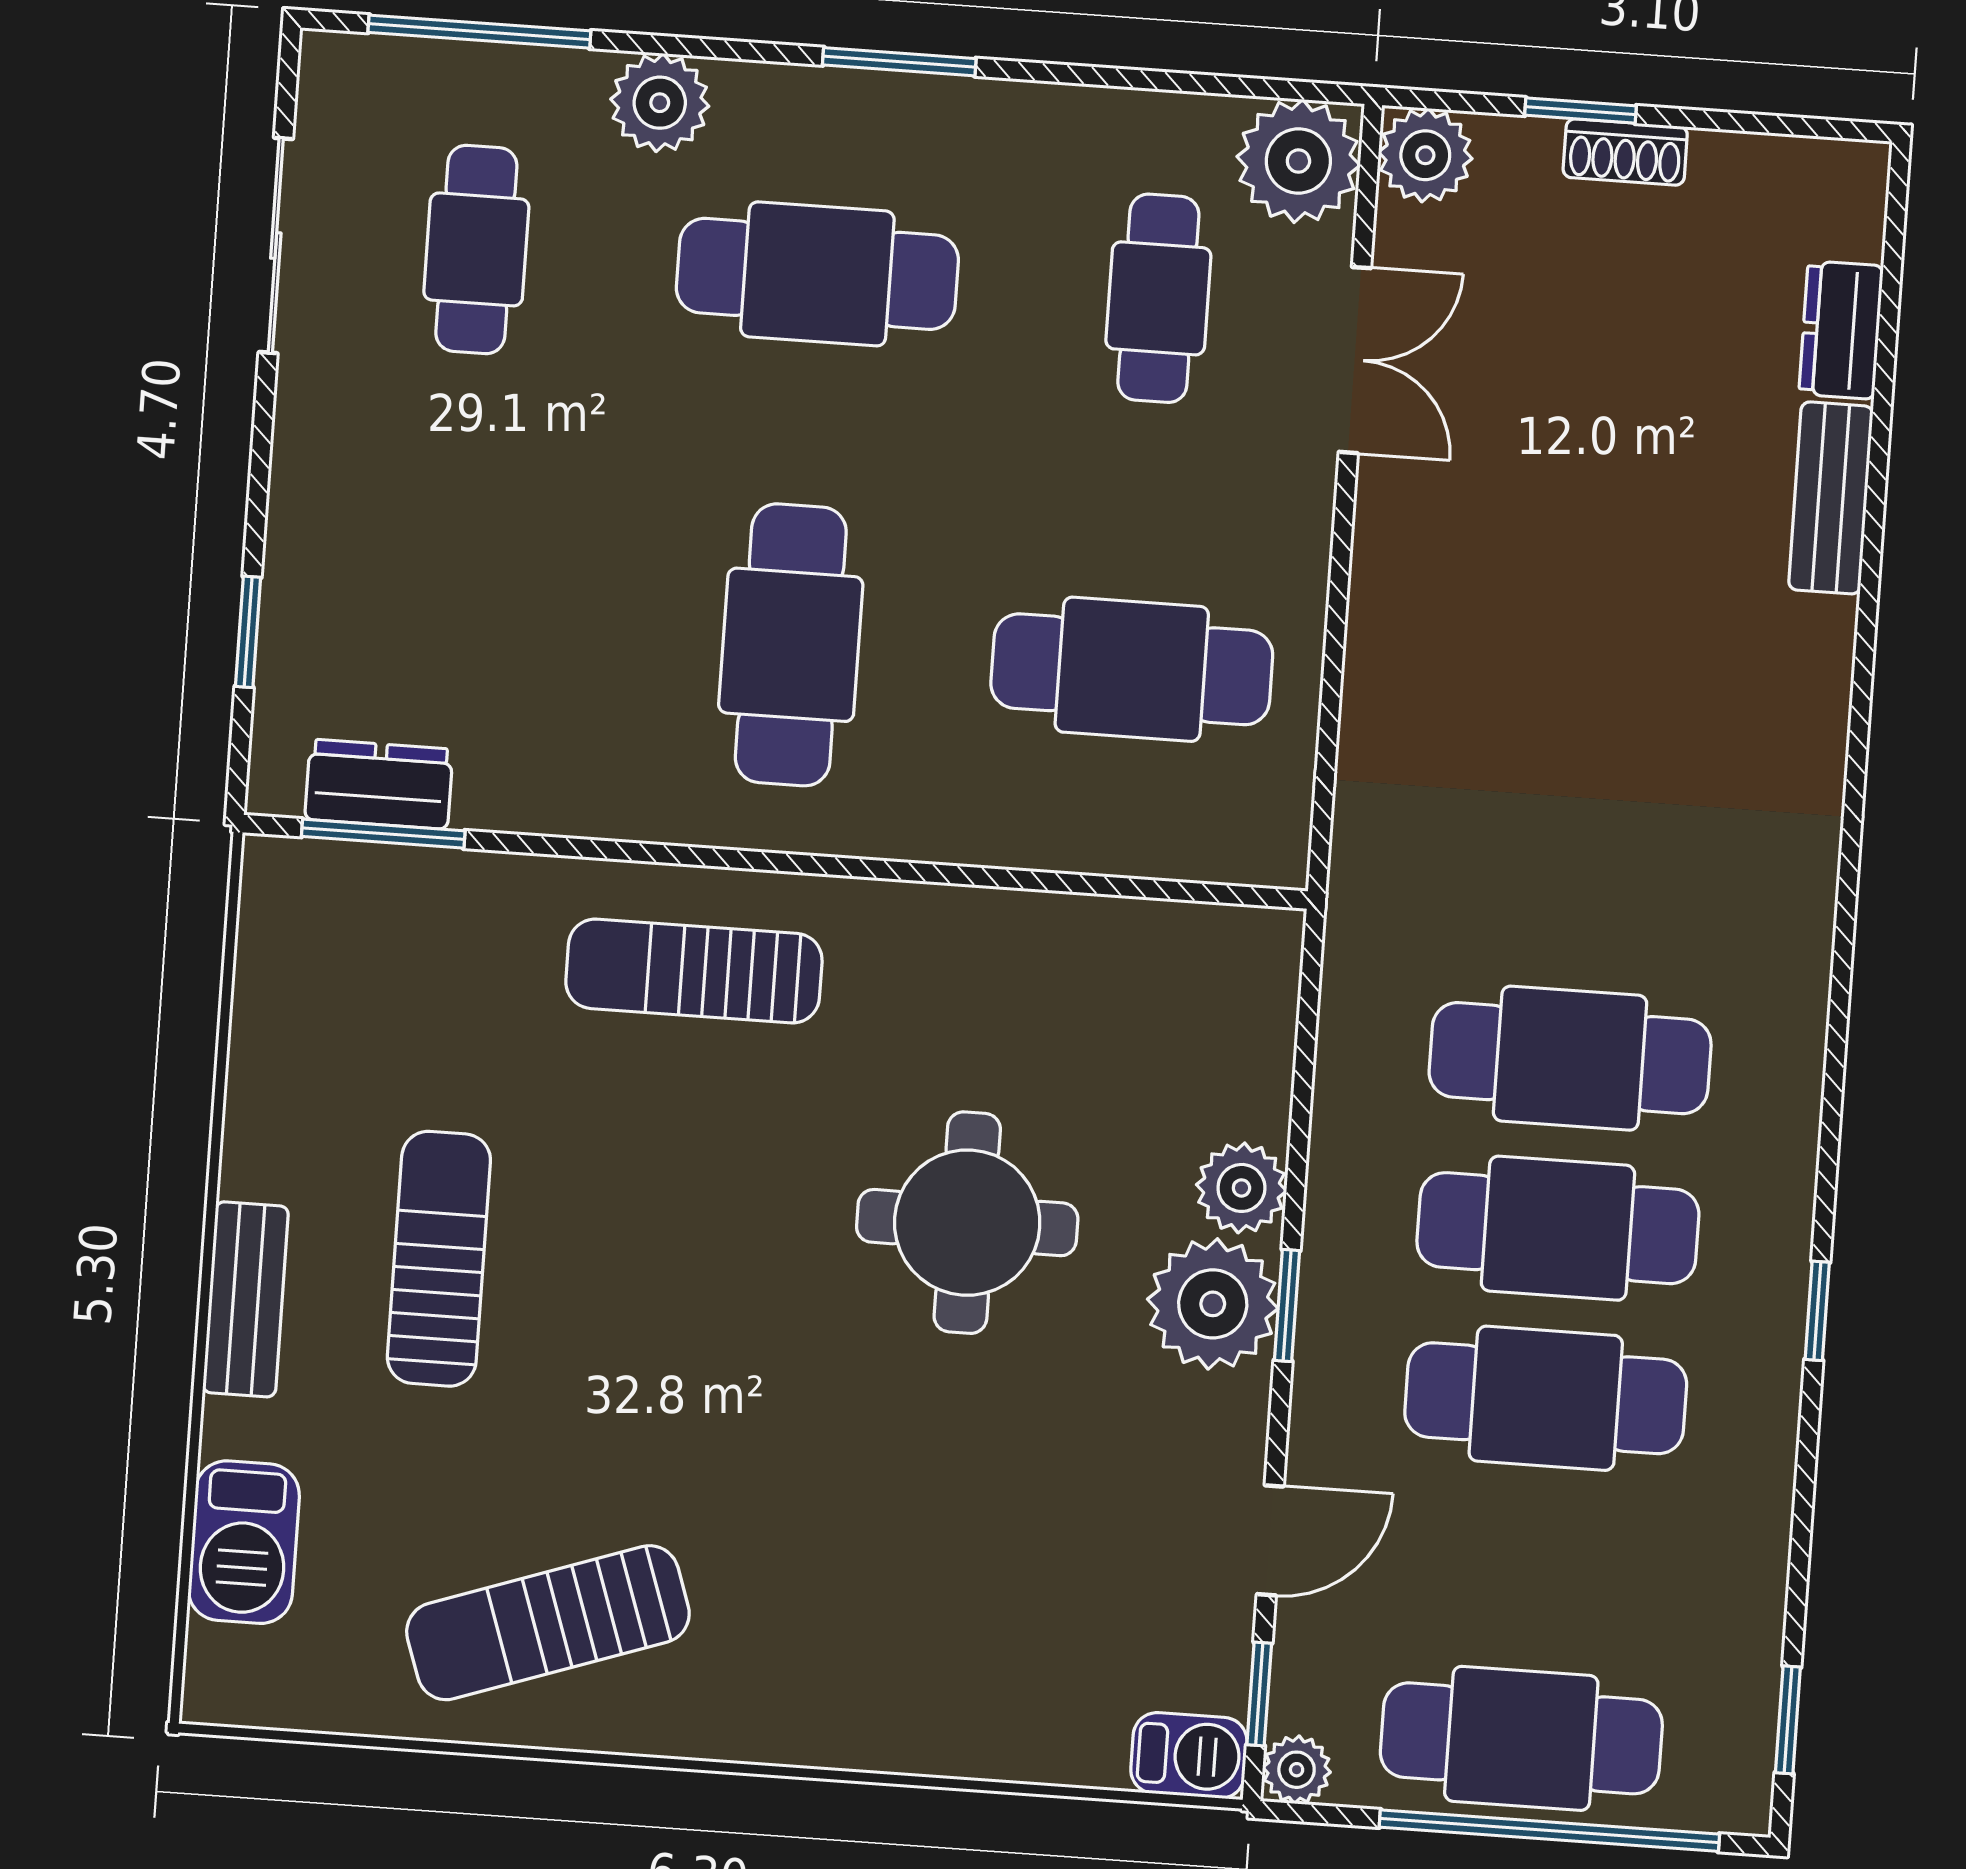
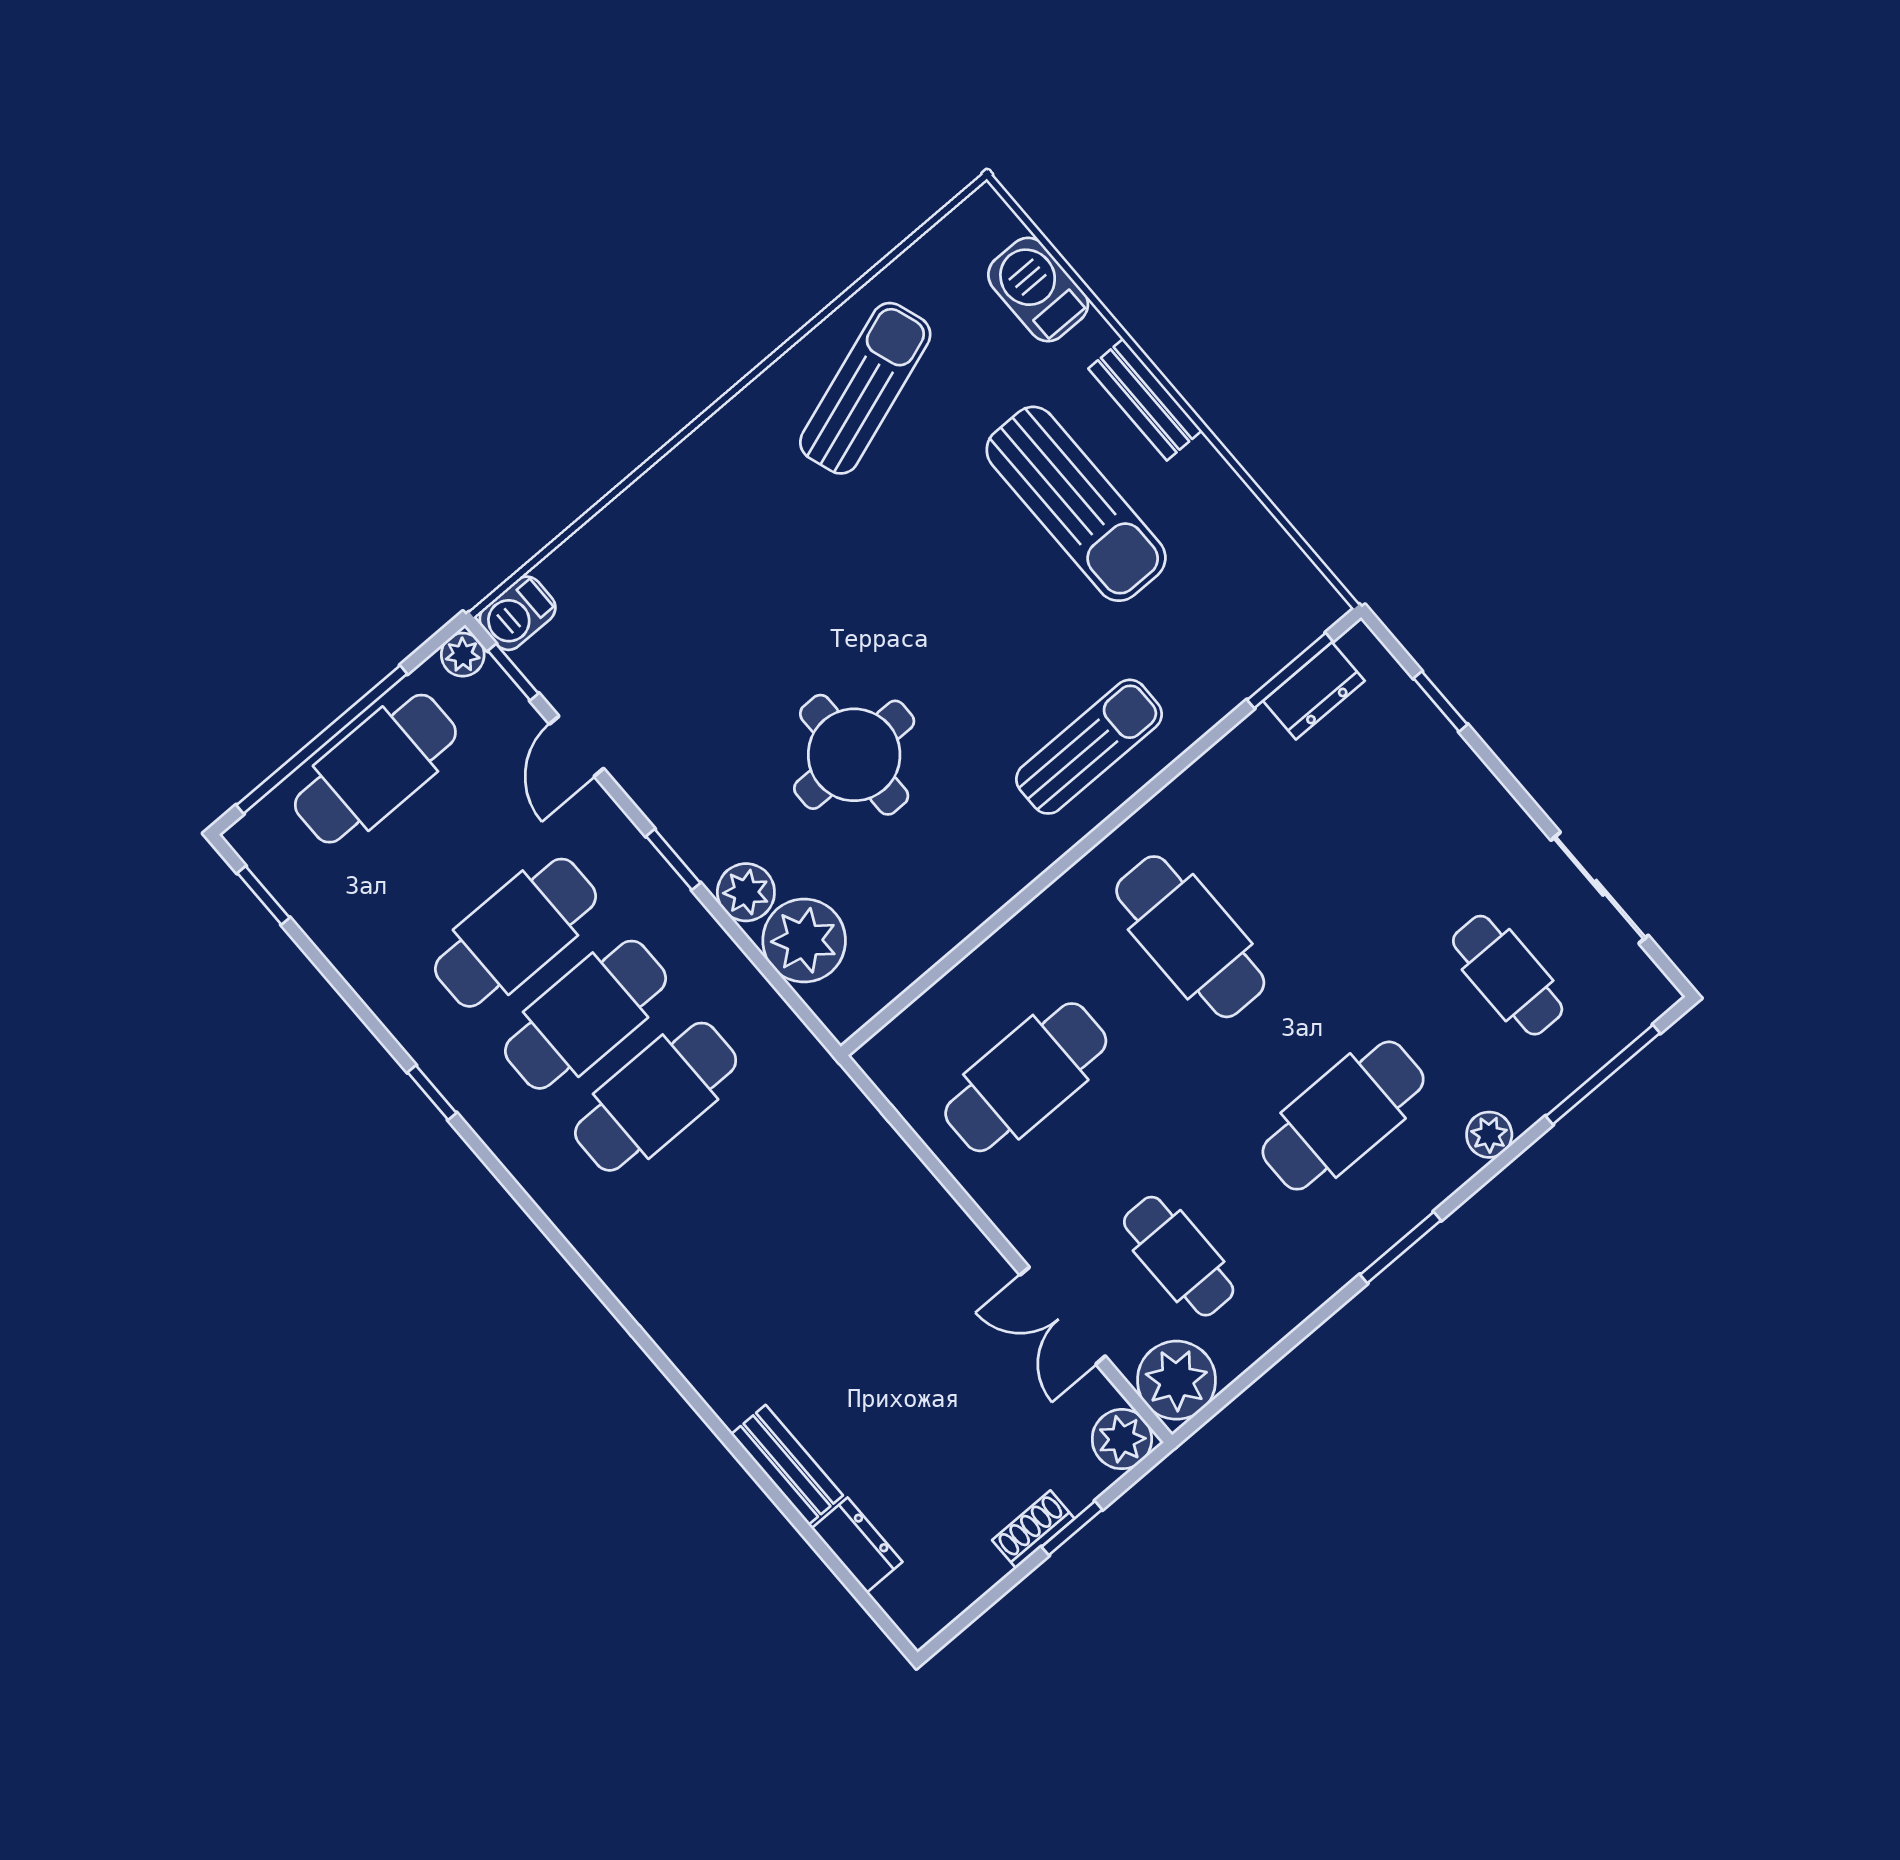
plant: (660, 103) -> (1489, 1135), width x0.73, depth x0.73
sun lounger: (439, 1259) -> (1076, 504), width x1.36, depth x1.34
plant: (1213, 1304) -> (804, 941), moved

